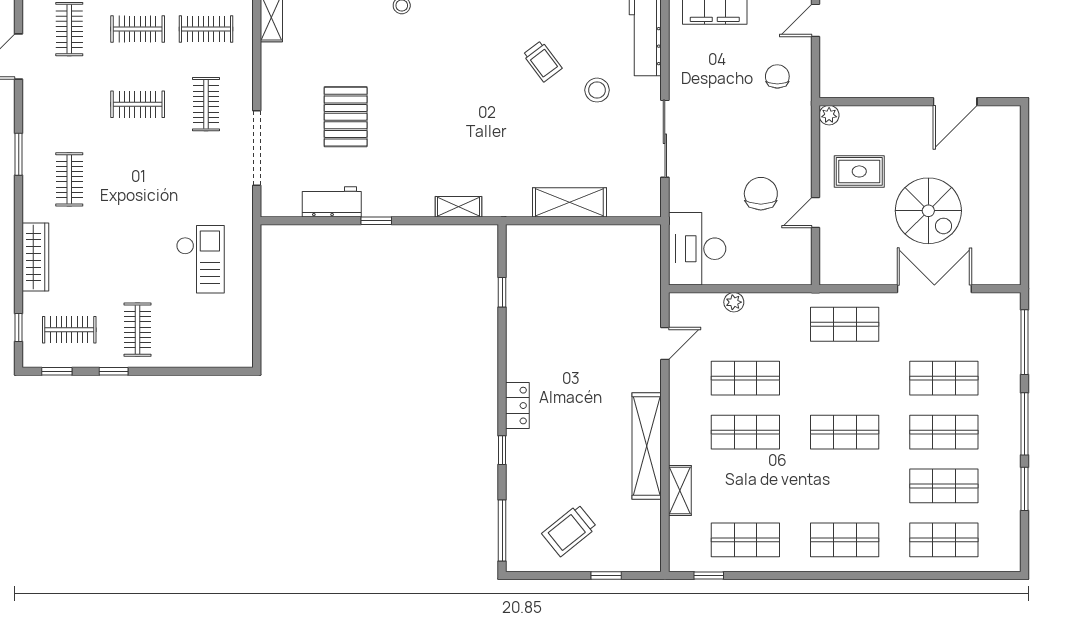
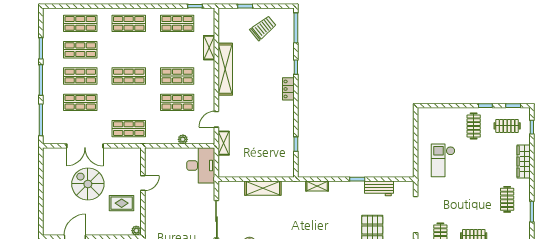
chair: (761, 194) -> (170, 192), removed
shelving: (650, 295) -> (224, 143), added

